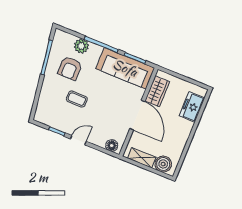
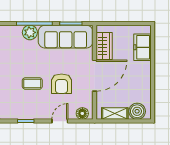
plant: (81, 46) -> (30, 32), moved
armchair: (70, 68) -> (61, 84), moved
door: (137, 115) -> (95, 76), hinge flipped
door: (78, 140) -> (60, 121), moved

